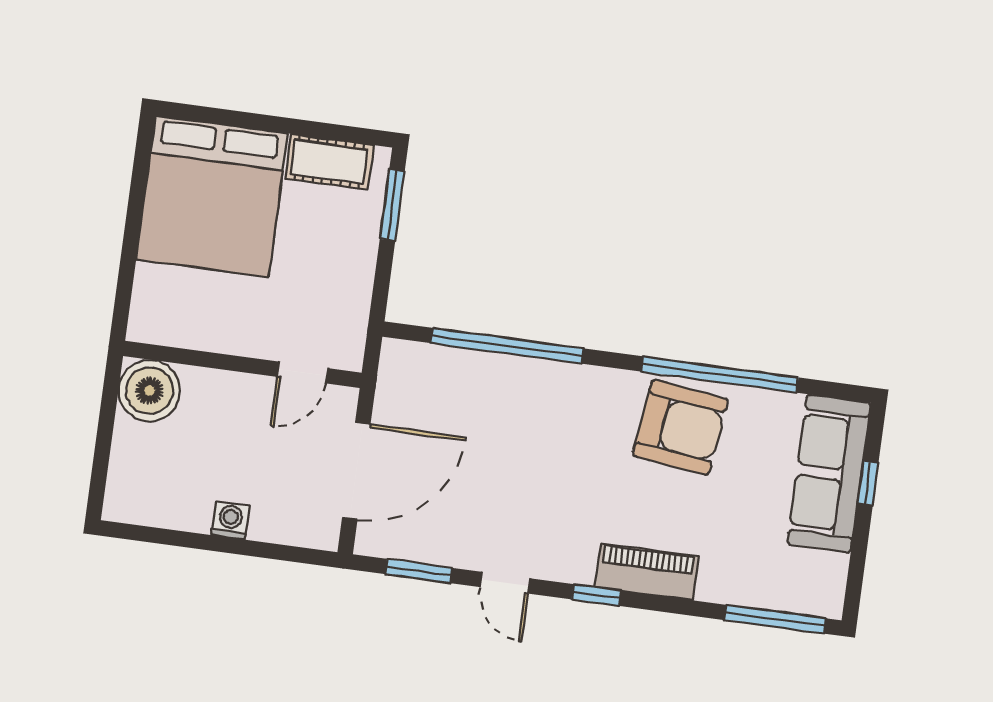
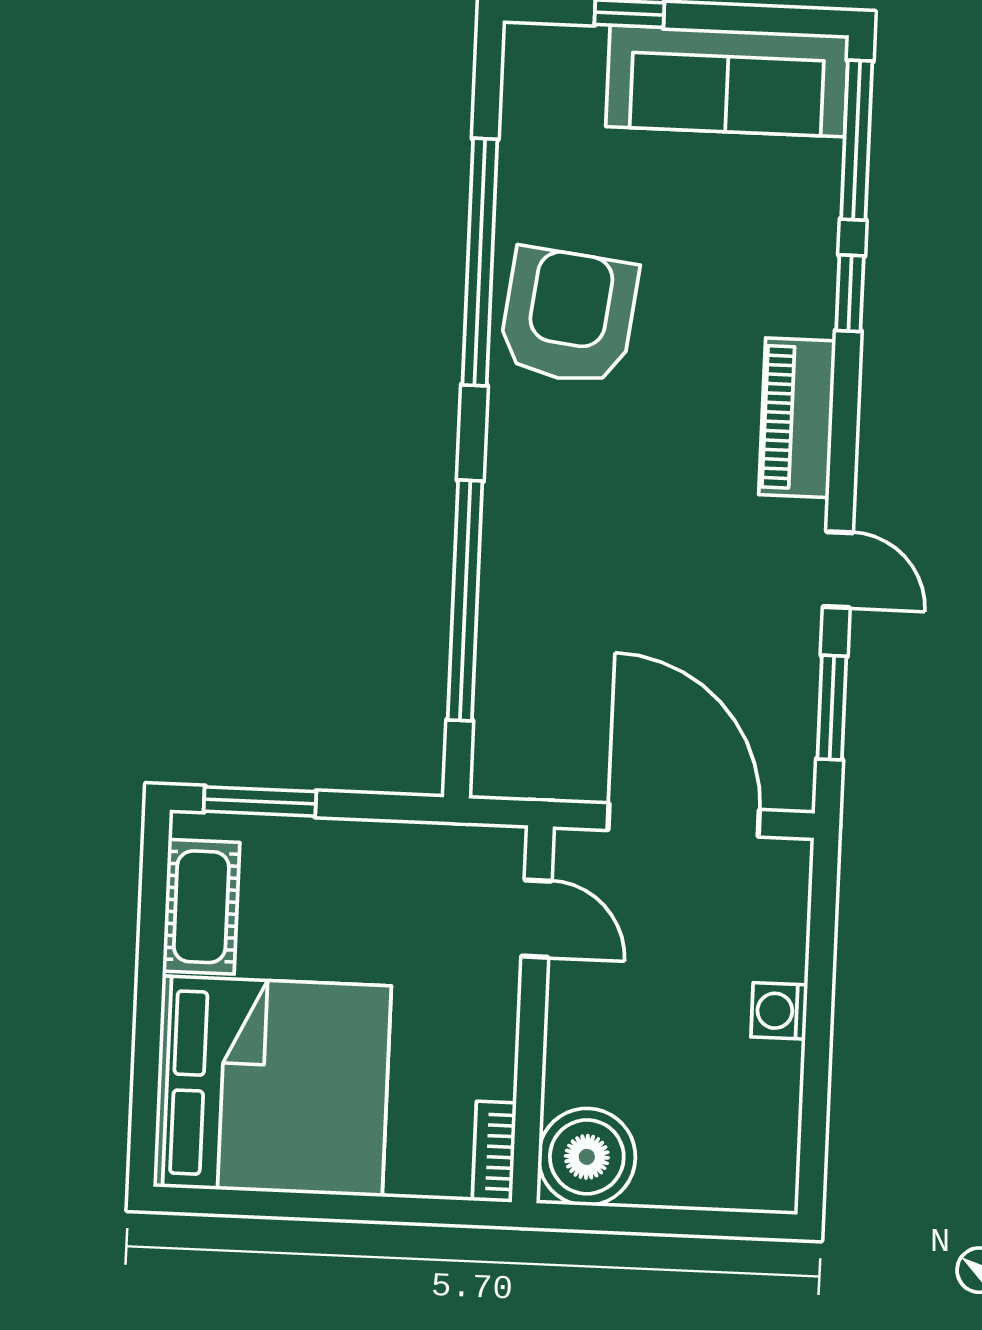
bookcase: (158, 333) -> (494, 1152), added
sofa: (829, 473) -> (727, 81), moved
piano: (647, 572) -> (797, 418), moved
door: (505, 583) -> (838, 570), hinge flipped
window: (596, 595) -> (850, 293), moved

